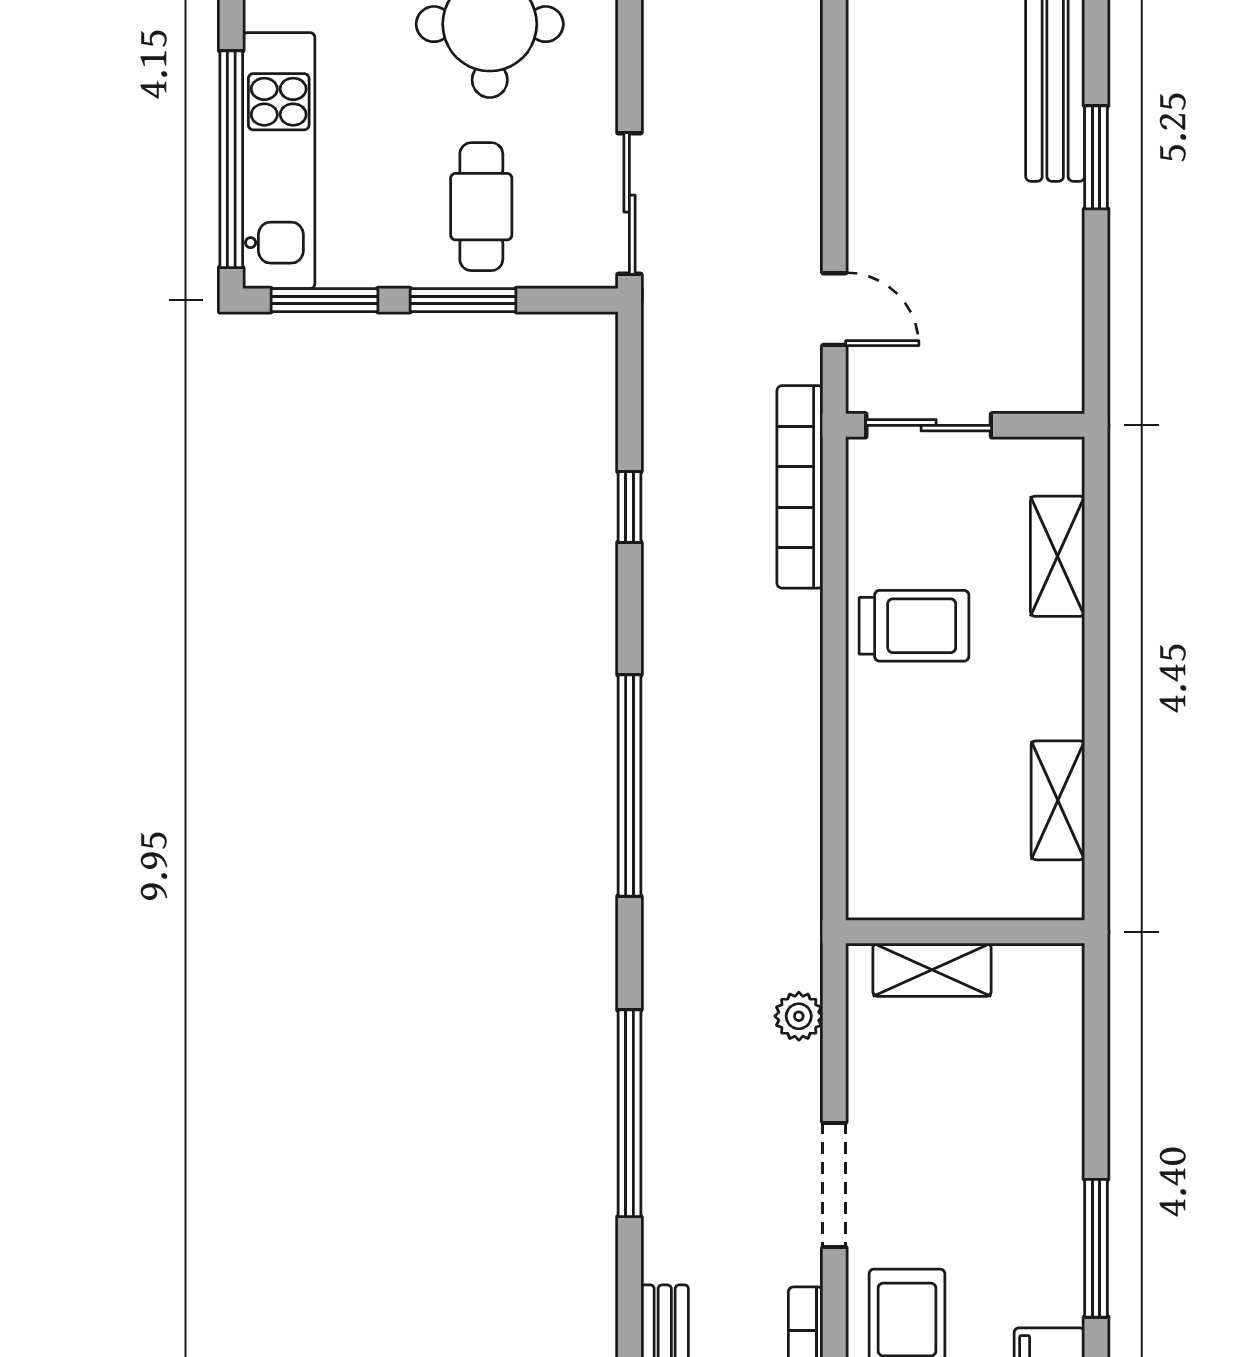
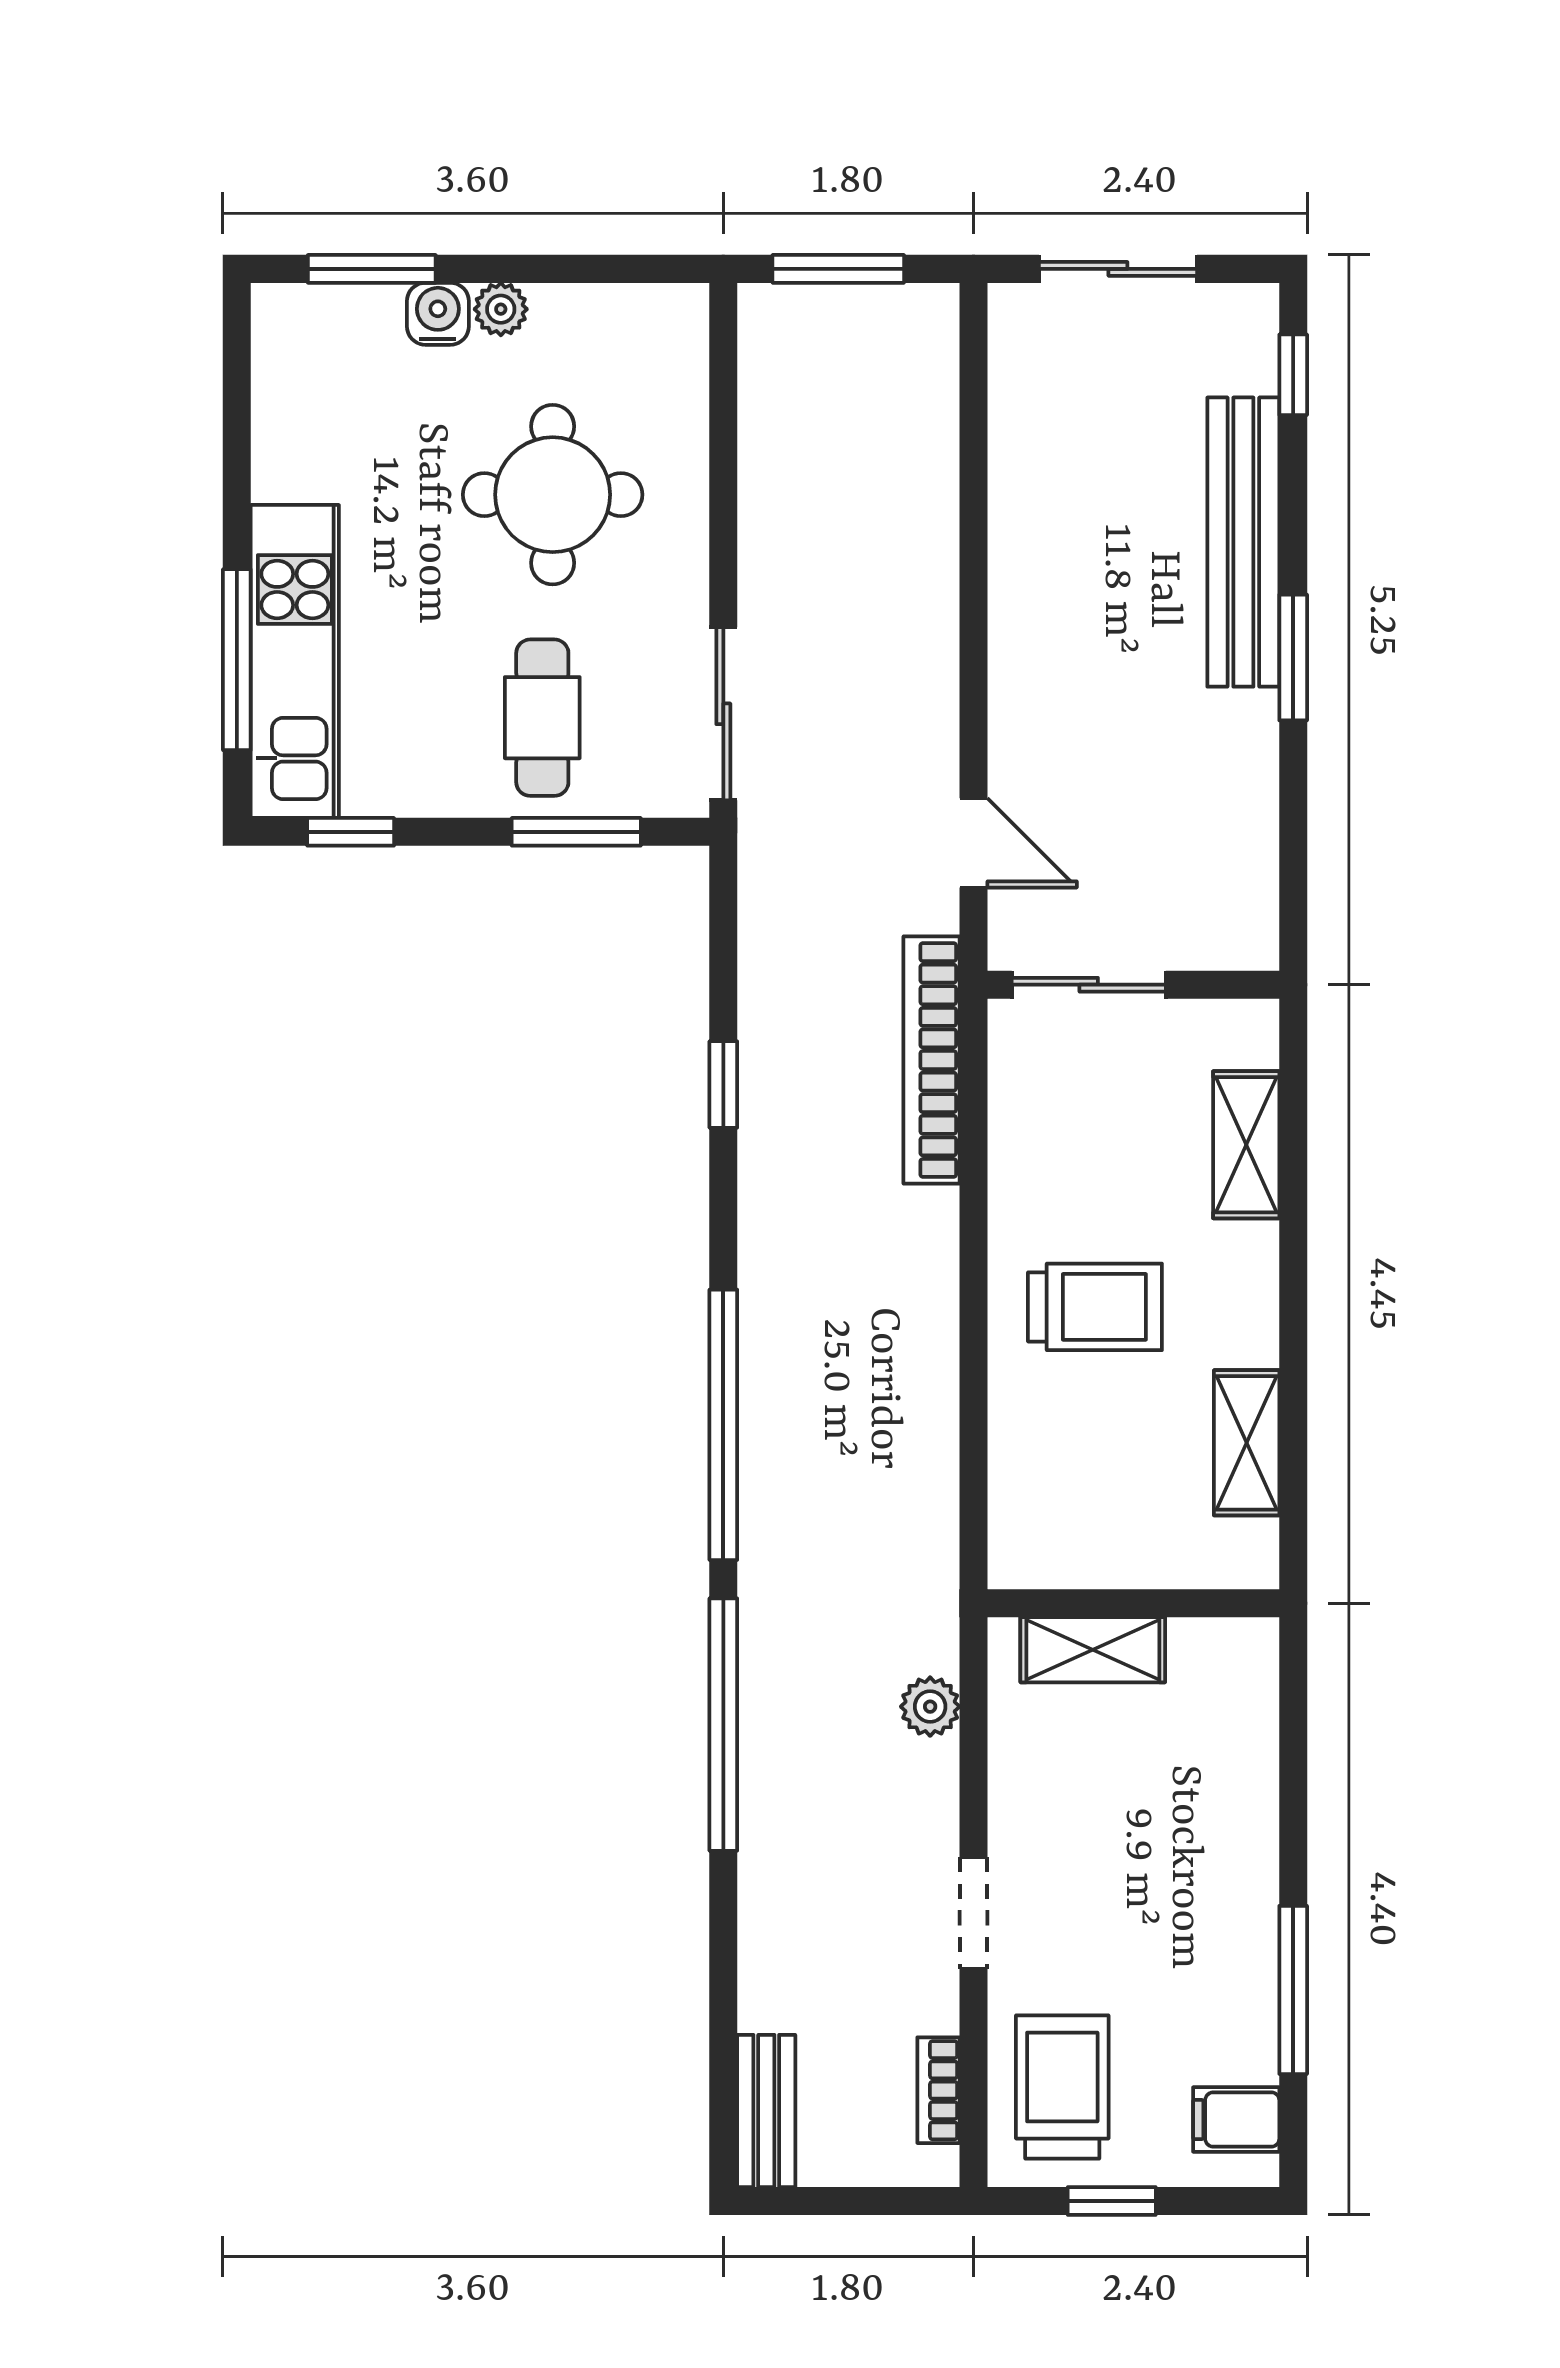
window: (231, 159) -> (237, 660), width x0.68
window: (324, 300) -> (351, 832), width x0.67
window: (463, 300) -> (576, 832), moved
trolley: (914, 626) -> (1095, 1307), moved
window: (629, 1113) -> (723, 1725), moved
doorway: (834, 1185) -> (974, 1913), width x0.73

